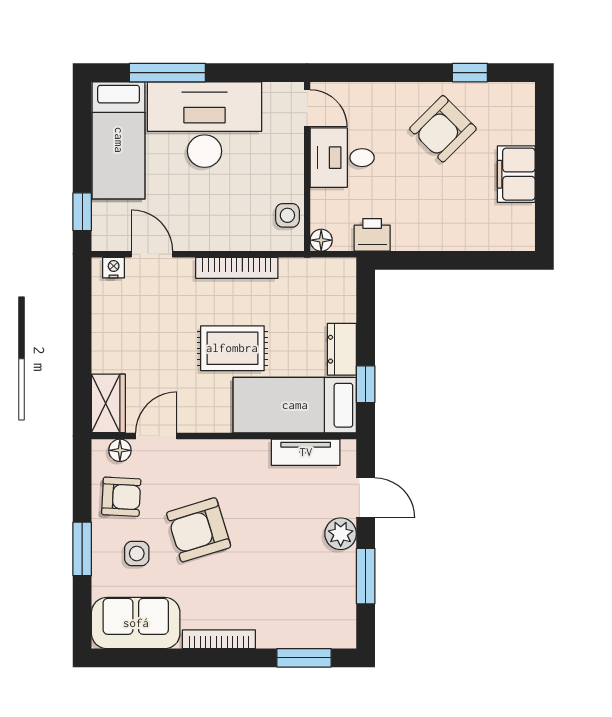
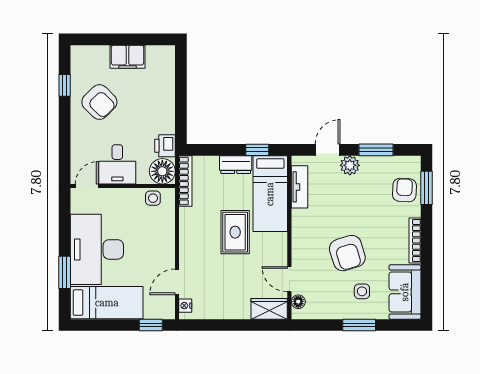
window: (167, 73) -> (65, 272), width x0.69
floor lamp: (321, 240) -> (162, 171), width x1.89, depth x1.89
bookcase: (237, 268) -> (185, 181), moved
armchair: (121, 497) -> (404, 190), moved

